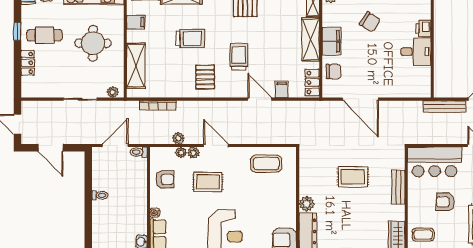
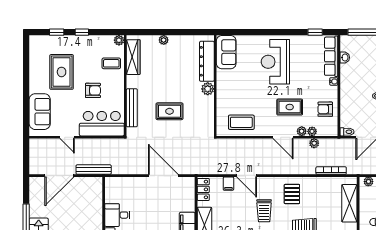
chair: (334, 72) -> (186, 198), removed
bench: (398, 187) -> (132, 108), width x1.36

